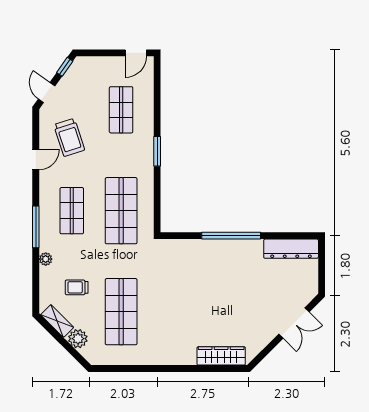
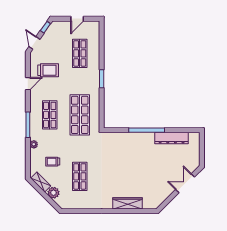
door: (136, 53) -> (77, 19), moved
trolley: (69, 137) -> (48, 70), turned -72
dresser: (291, 249) -> (172, 138), moved
shop shelf: (121, 312) -> (80, 176), width x0.70, depth x0.74
double door: (294, 323) -> (185, 183), swing flipped
wardrobe: (221, 356) -> (127, 203), moved

